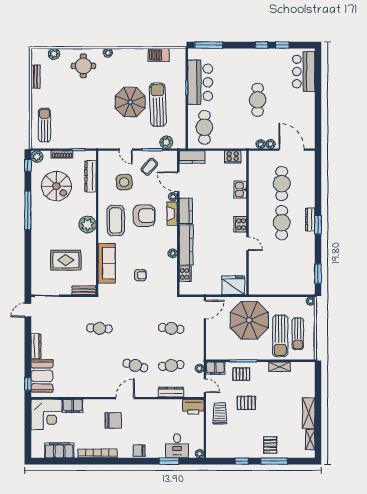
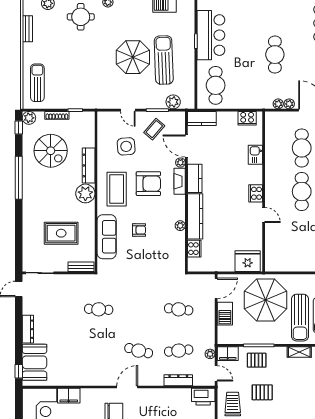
dresser: (90, 176) -> (89, 165), moved
armchair: (140, 275) -> (139, 230), moved
barbecue: (213, 332) -> (225, 314), added

